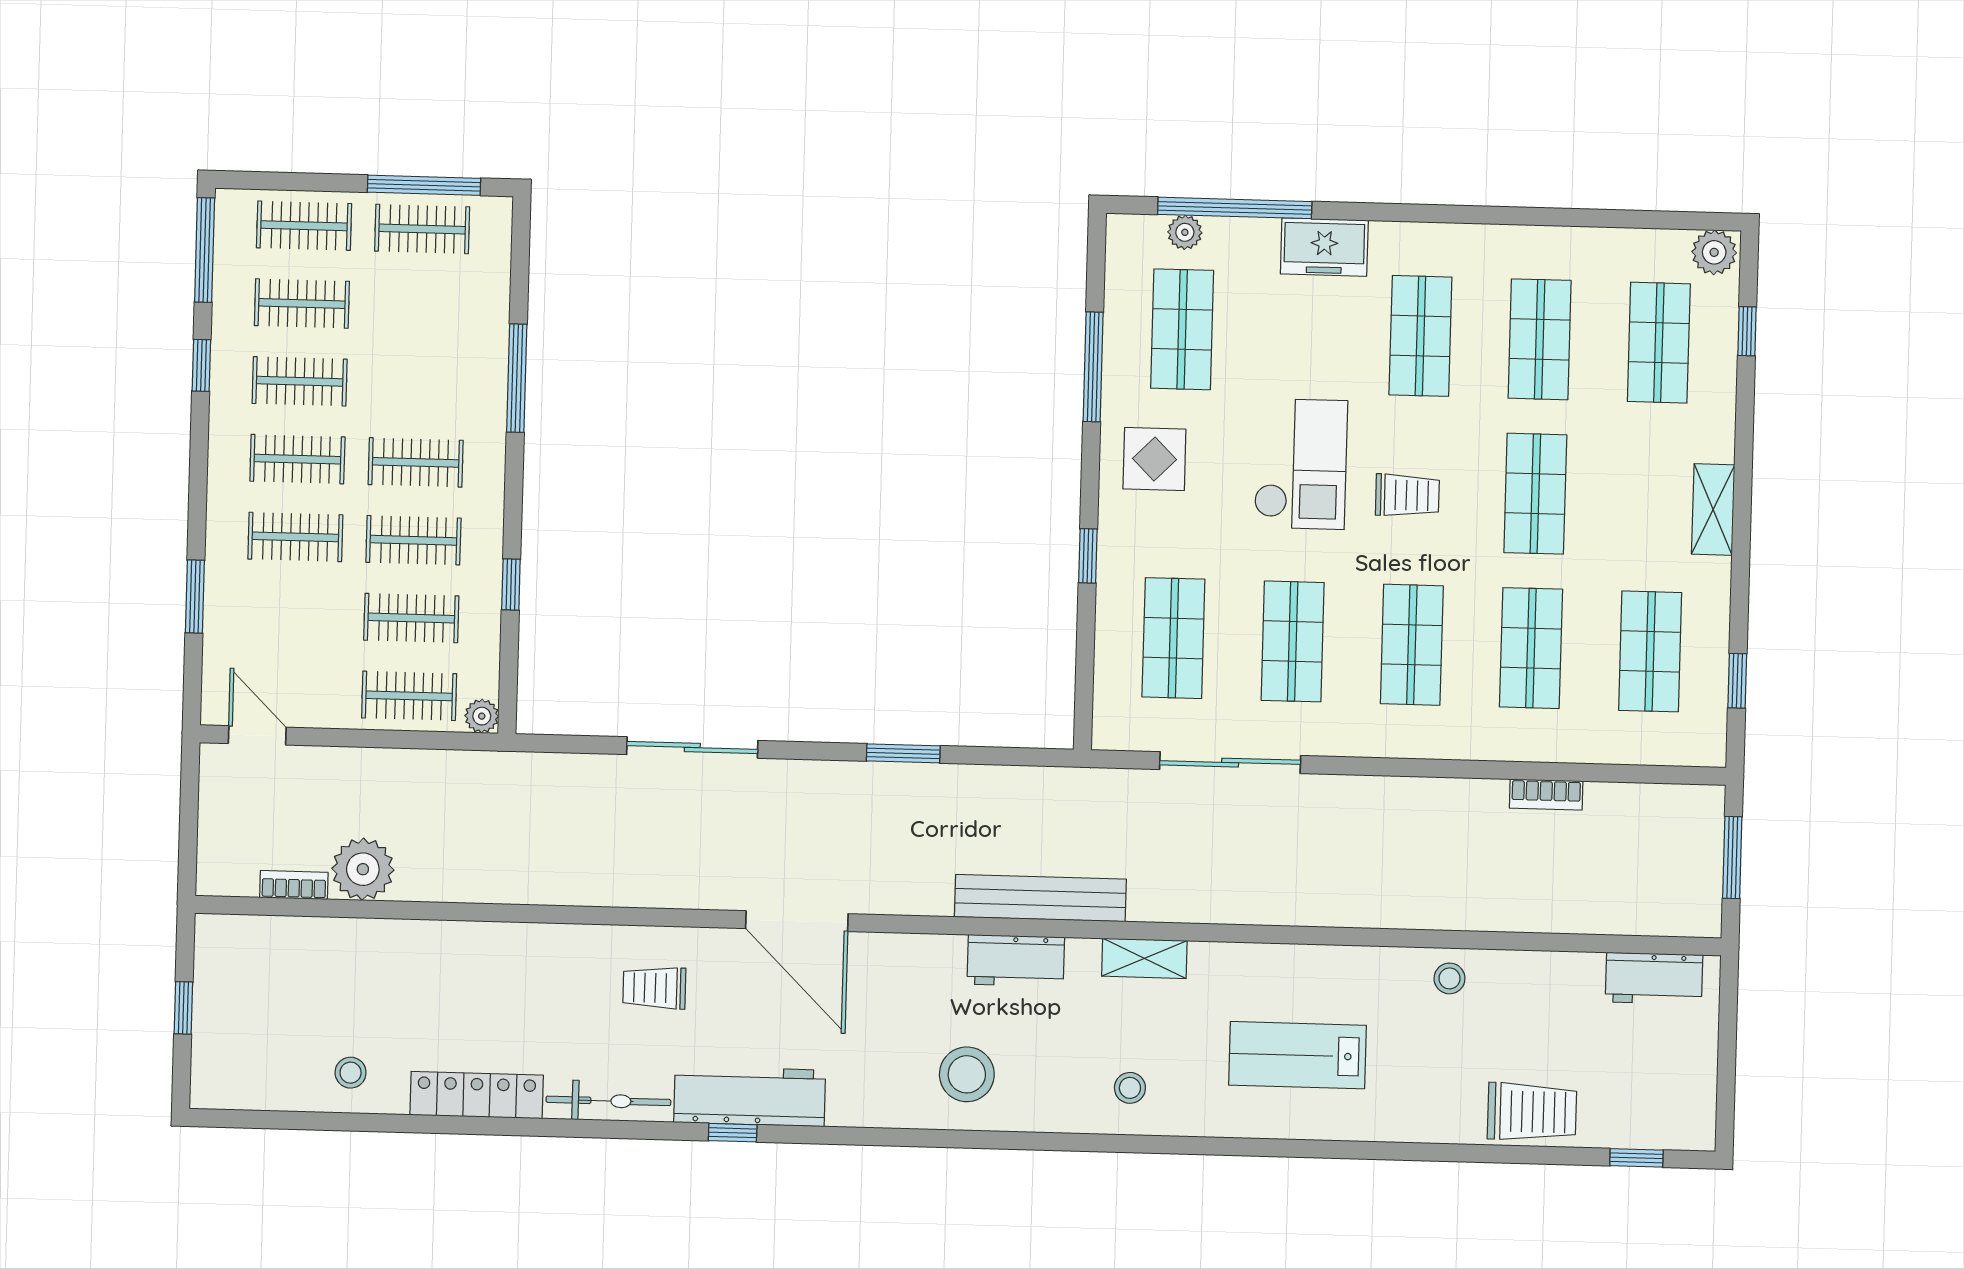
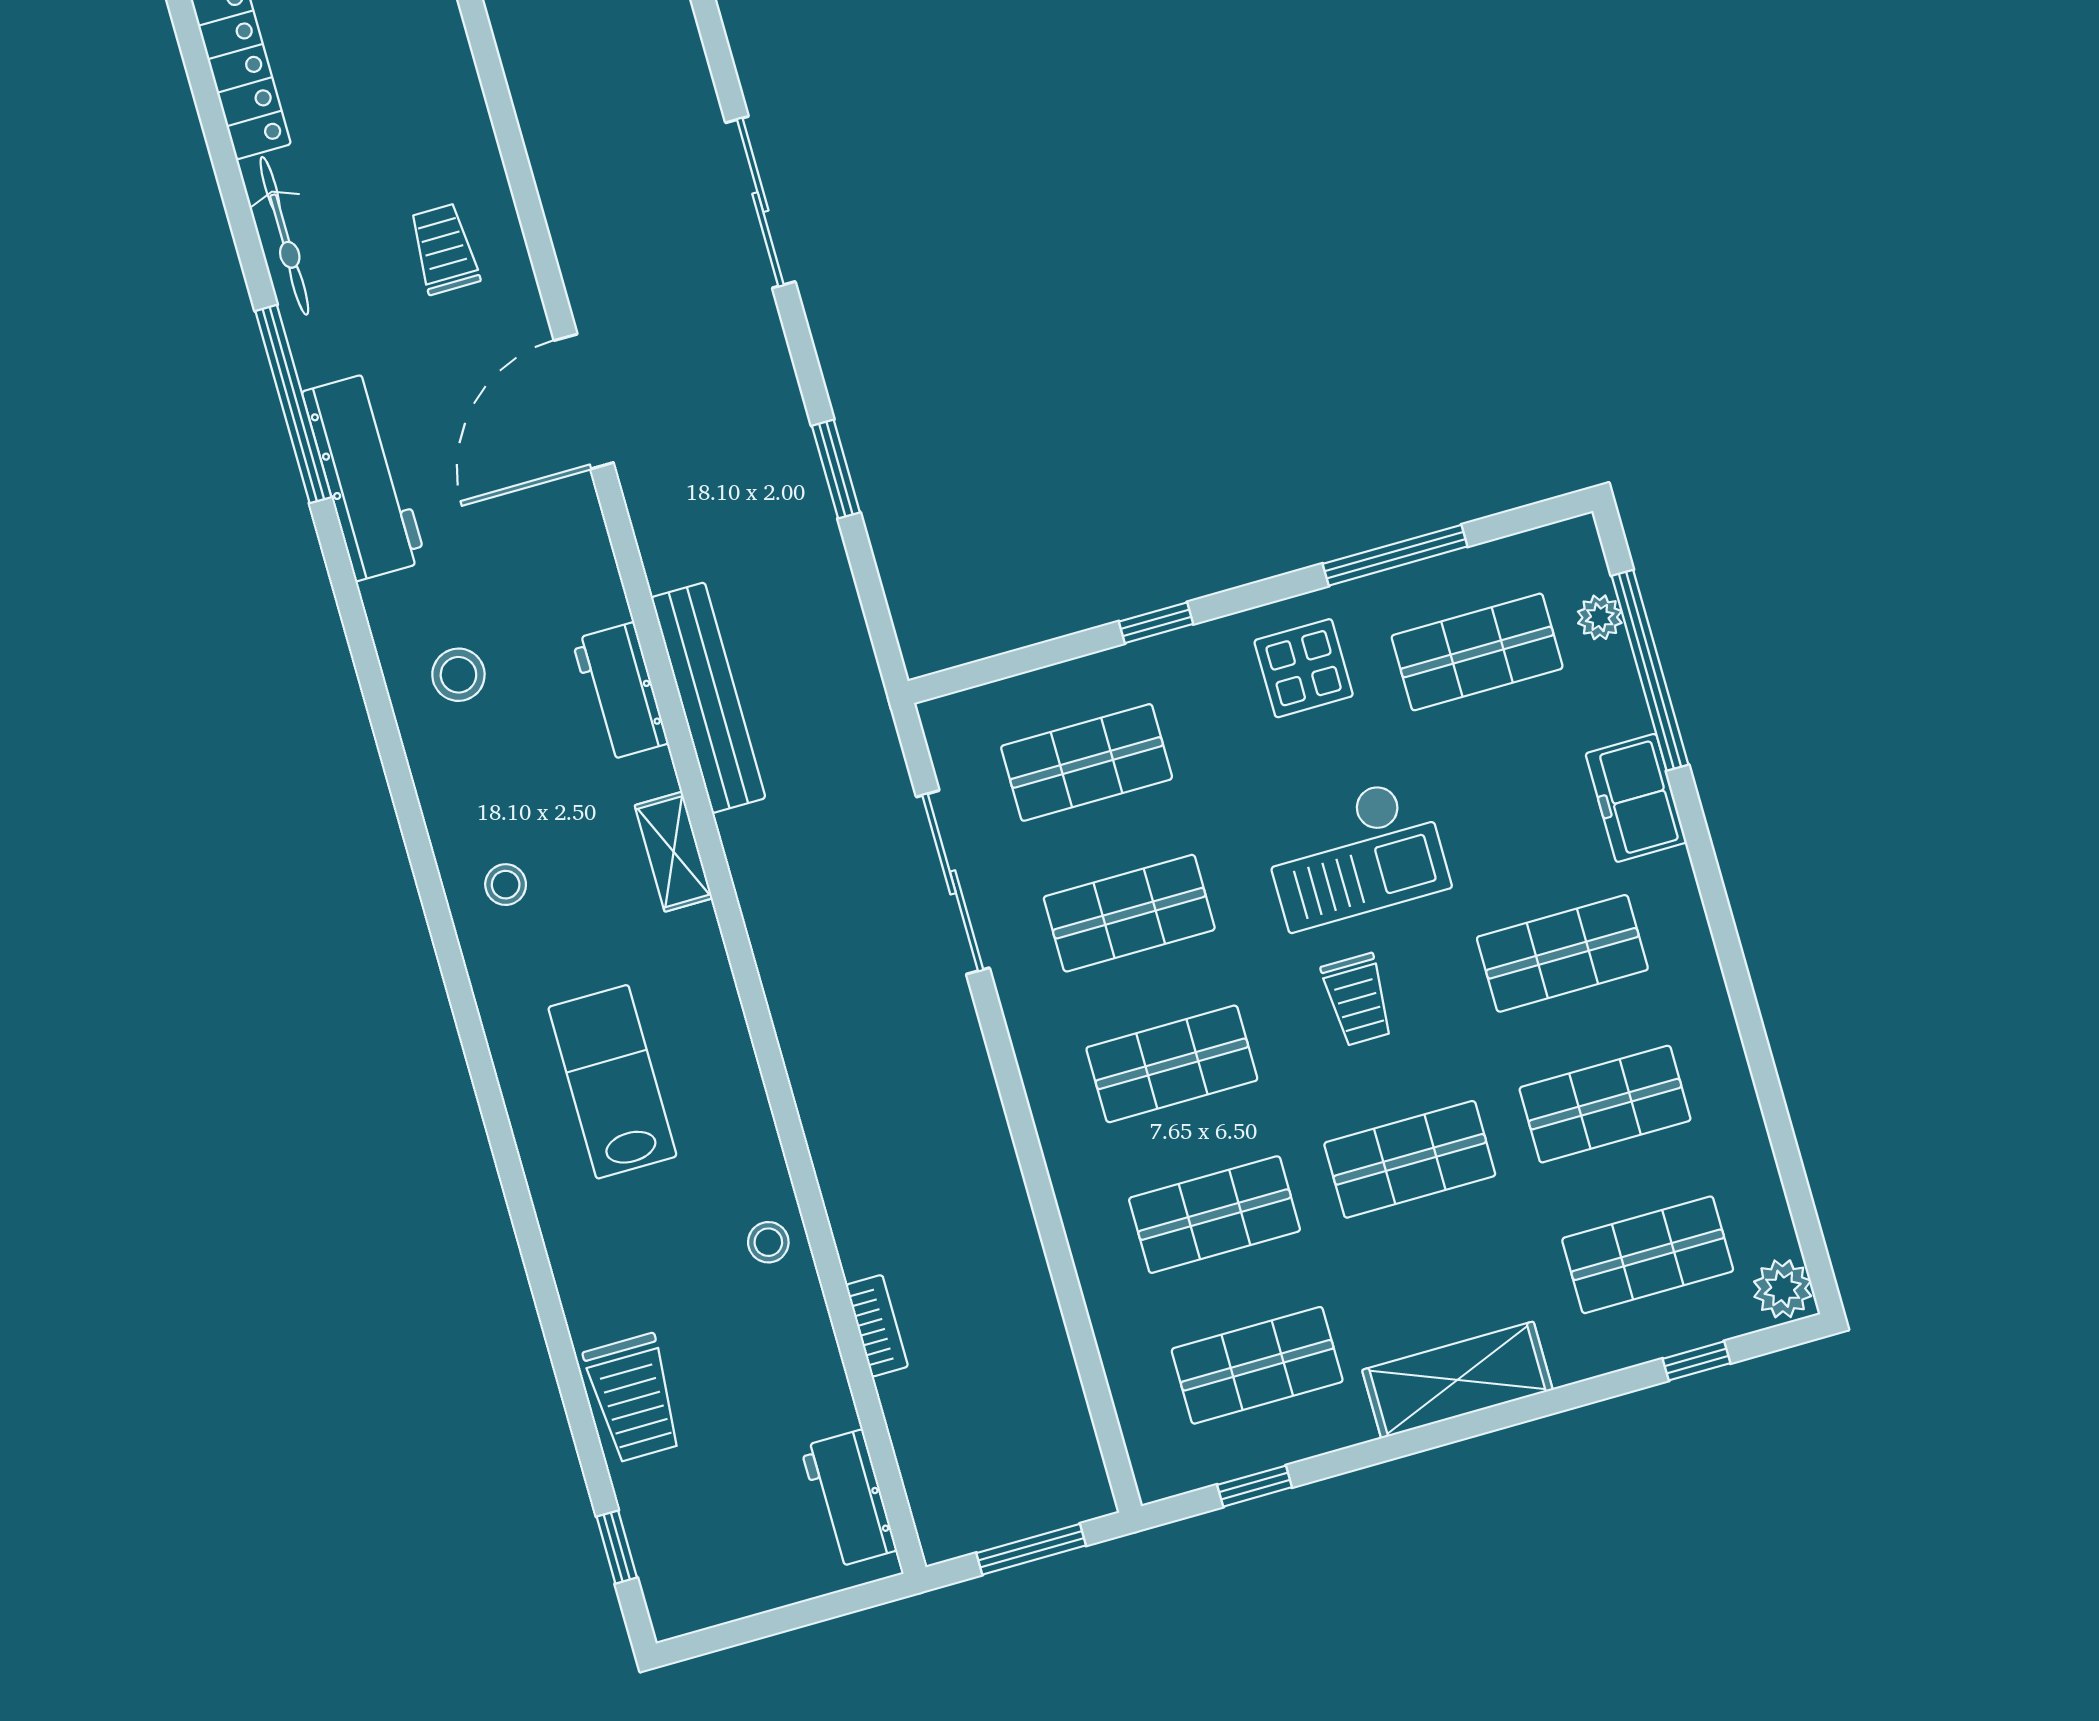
shelving: (1713, 510) -> (1457, 1380), width x1.50, depth x1.33
bookcase: (1546, 794) -> (877, 1326), moved, turned 180
stool: (967, 1074) -> (458, 675), width x0.73, depth x0.73
workbench: (750, 1096) -> (364, 477), moved
window: (733, 1133) -> (293, 404), width x3.17

